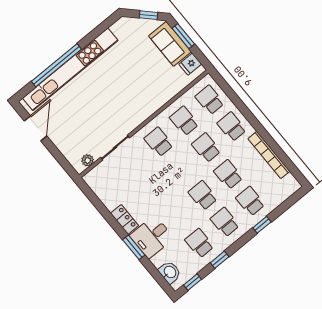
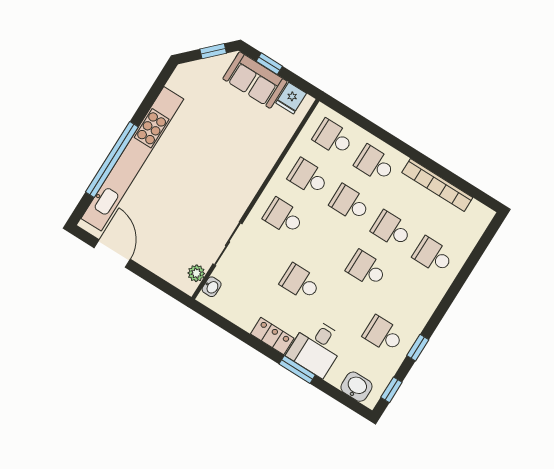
window: (183, 36) -> (269, 64), width x0.67
washbasin: (95, 173) -> (212, 287), added
school desk: (225, 222) -> (300, 282), moved
window: (262, 225) -> (459, 282), removed

